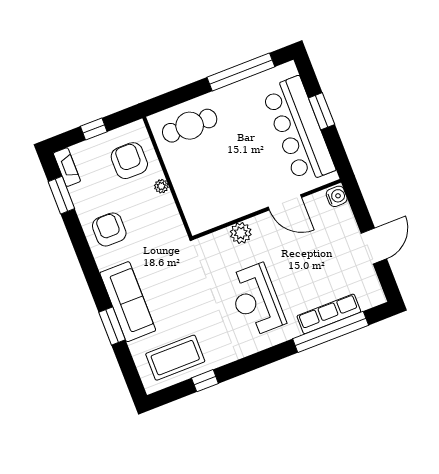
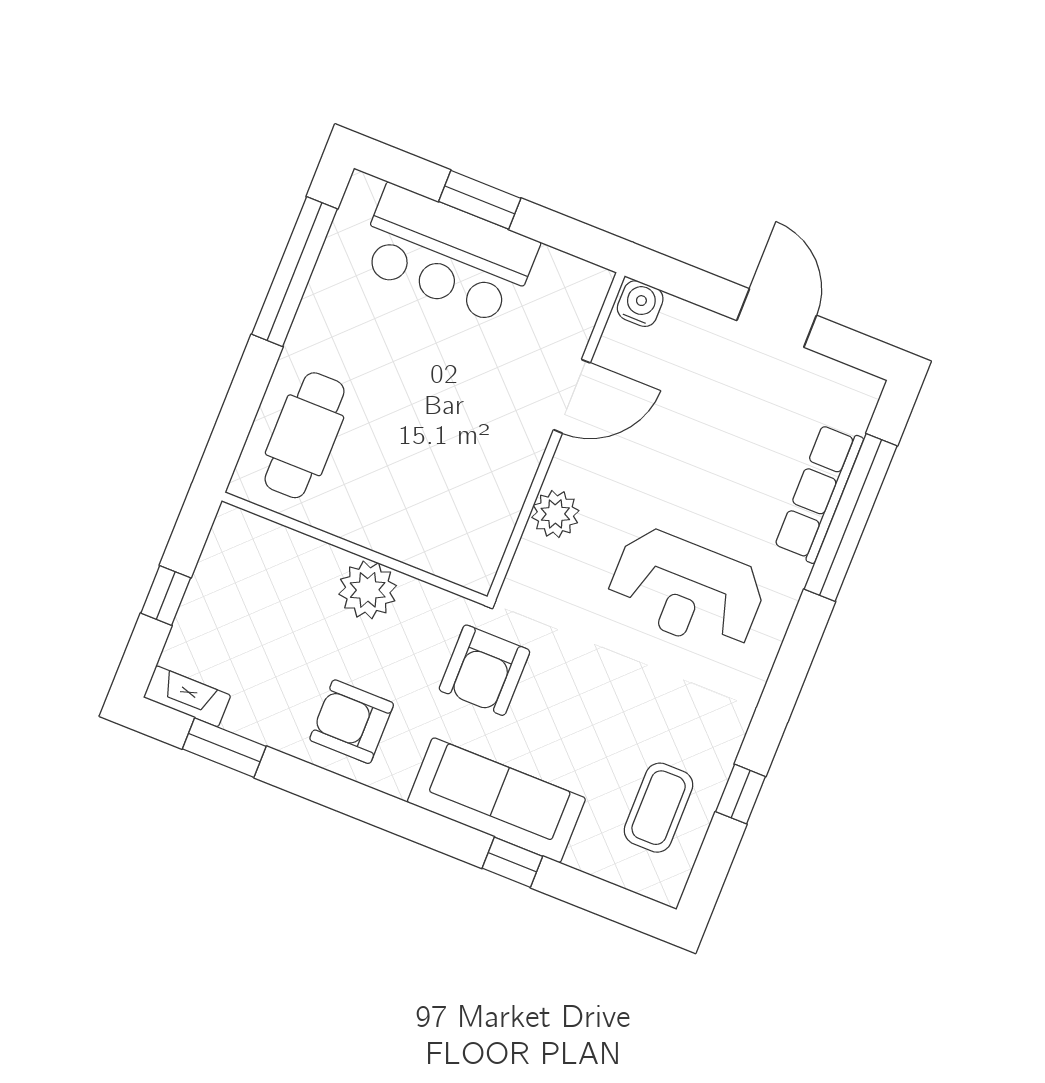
bar counter: (298, 130) -> (447, 255), width x0.73
armchair: (129, 161) -> (484, 670), moved, turned -90
plant: (161, 186) -> (368, 590), width x1.87, depth x1.87
window: (112, 326) -> (512, 862), width x0.67
coffee table: (175, 358) -> (659, 808), width x0.73, depth x0.76

